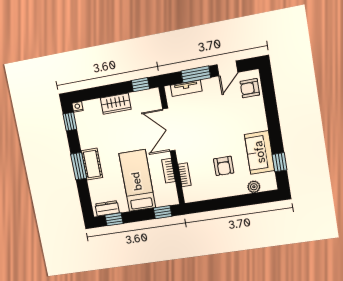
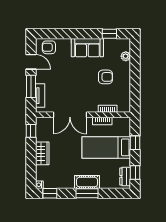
armchair: (250, 88) -> (49, 47), turned 90
sofa: (260, 152) -> (87, 48), moved
window: (163, 212) -> (135, 143), moved

